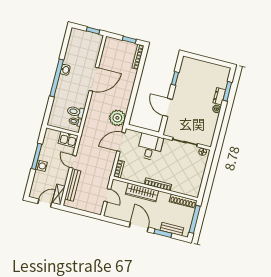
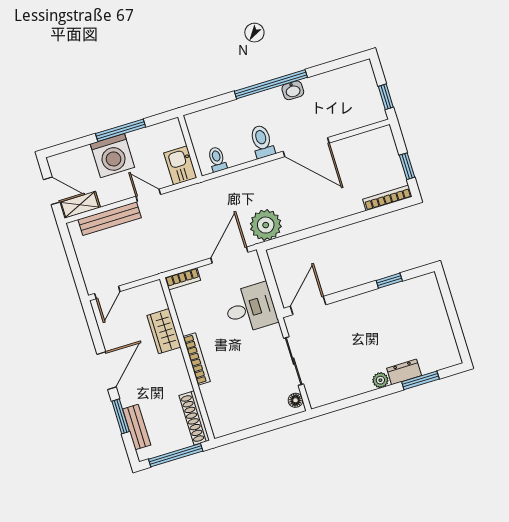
door: (168, 107) -> (308, 306), moved
toilet: (76, 112) -> (262, 141), moved
door: (121, 142) -> (229, 255), hinge flipped
door: (73, 162) -> (148, 195), hinge flipped
washing machine: (41, 166) -> (112, 156), width x1.89, depth x1.89
wardrobe: (142, 193) -> (164, 331), width x0.67
door: (107, 195) -> (107, 292), moved

